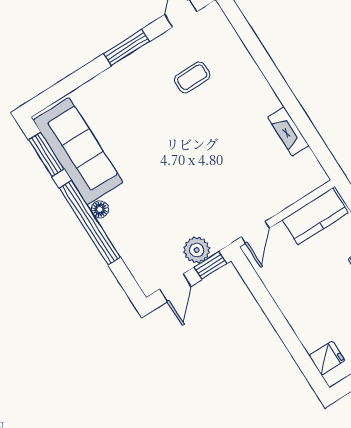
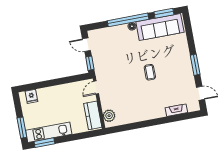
coffee table: (192, 77) -> (150, 72), moved
fireplace: (288, 131) -> (176, 110), moved
door: (255, 233) -> (96, 88), hinge flipped
plant: (197, 250) -> (109, 116), moved

